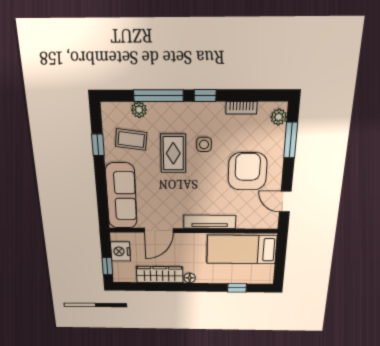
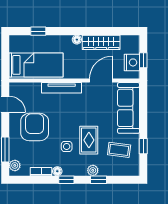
window: (158, 96) -> (99, 180), width x0.46
floor lamp: (218, 108) -> (57, 171), added
plant: (139, 110) -> (93, 170), moved
armchair: (247, 171) -> (35, 127), turned 180
window: (107, 266) -> (143, 60), moved

